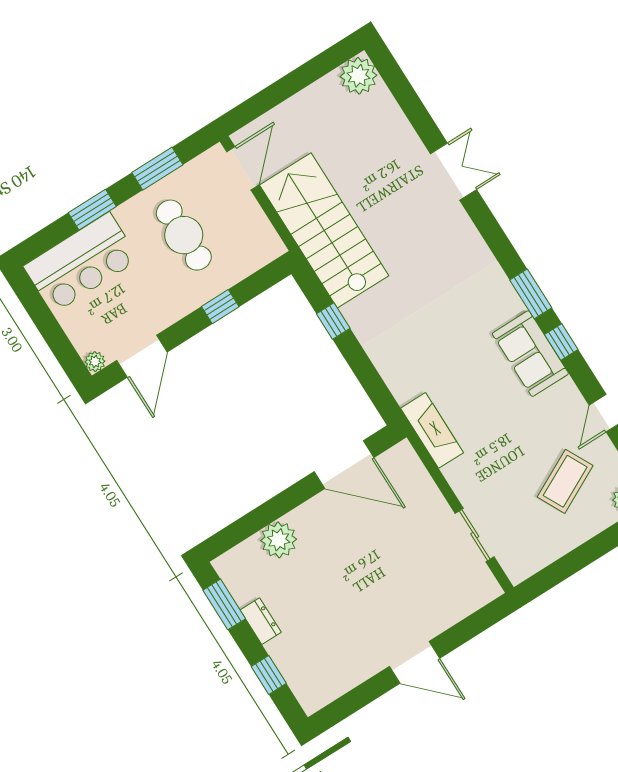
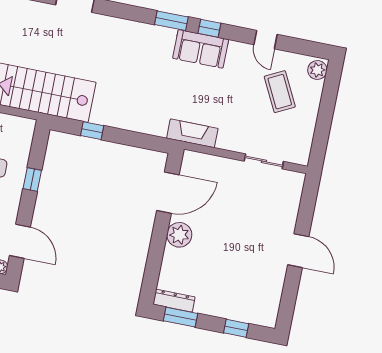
plant: (279, 540) -> (179, 235), moved
dresser: (261, 621) -> (174, 301), moved, width x1.44
door: (414, 662) -> (298, 251), hinge flipped

